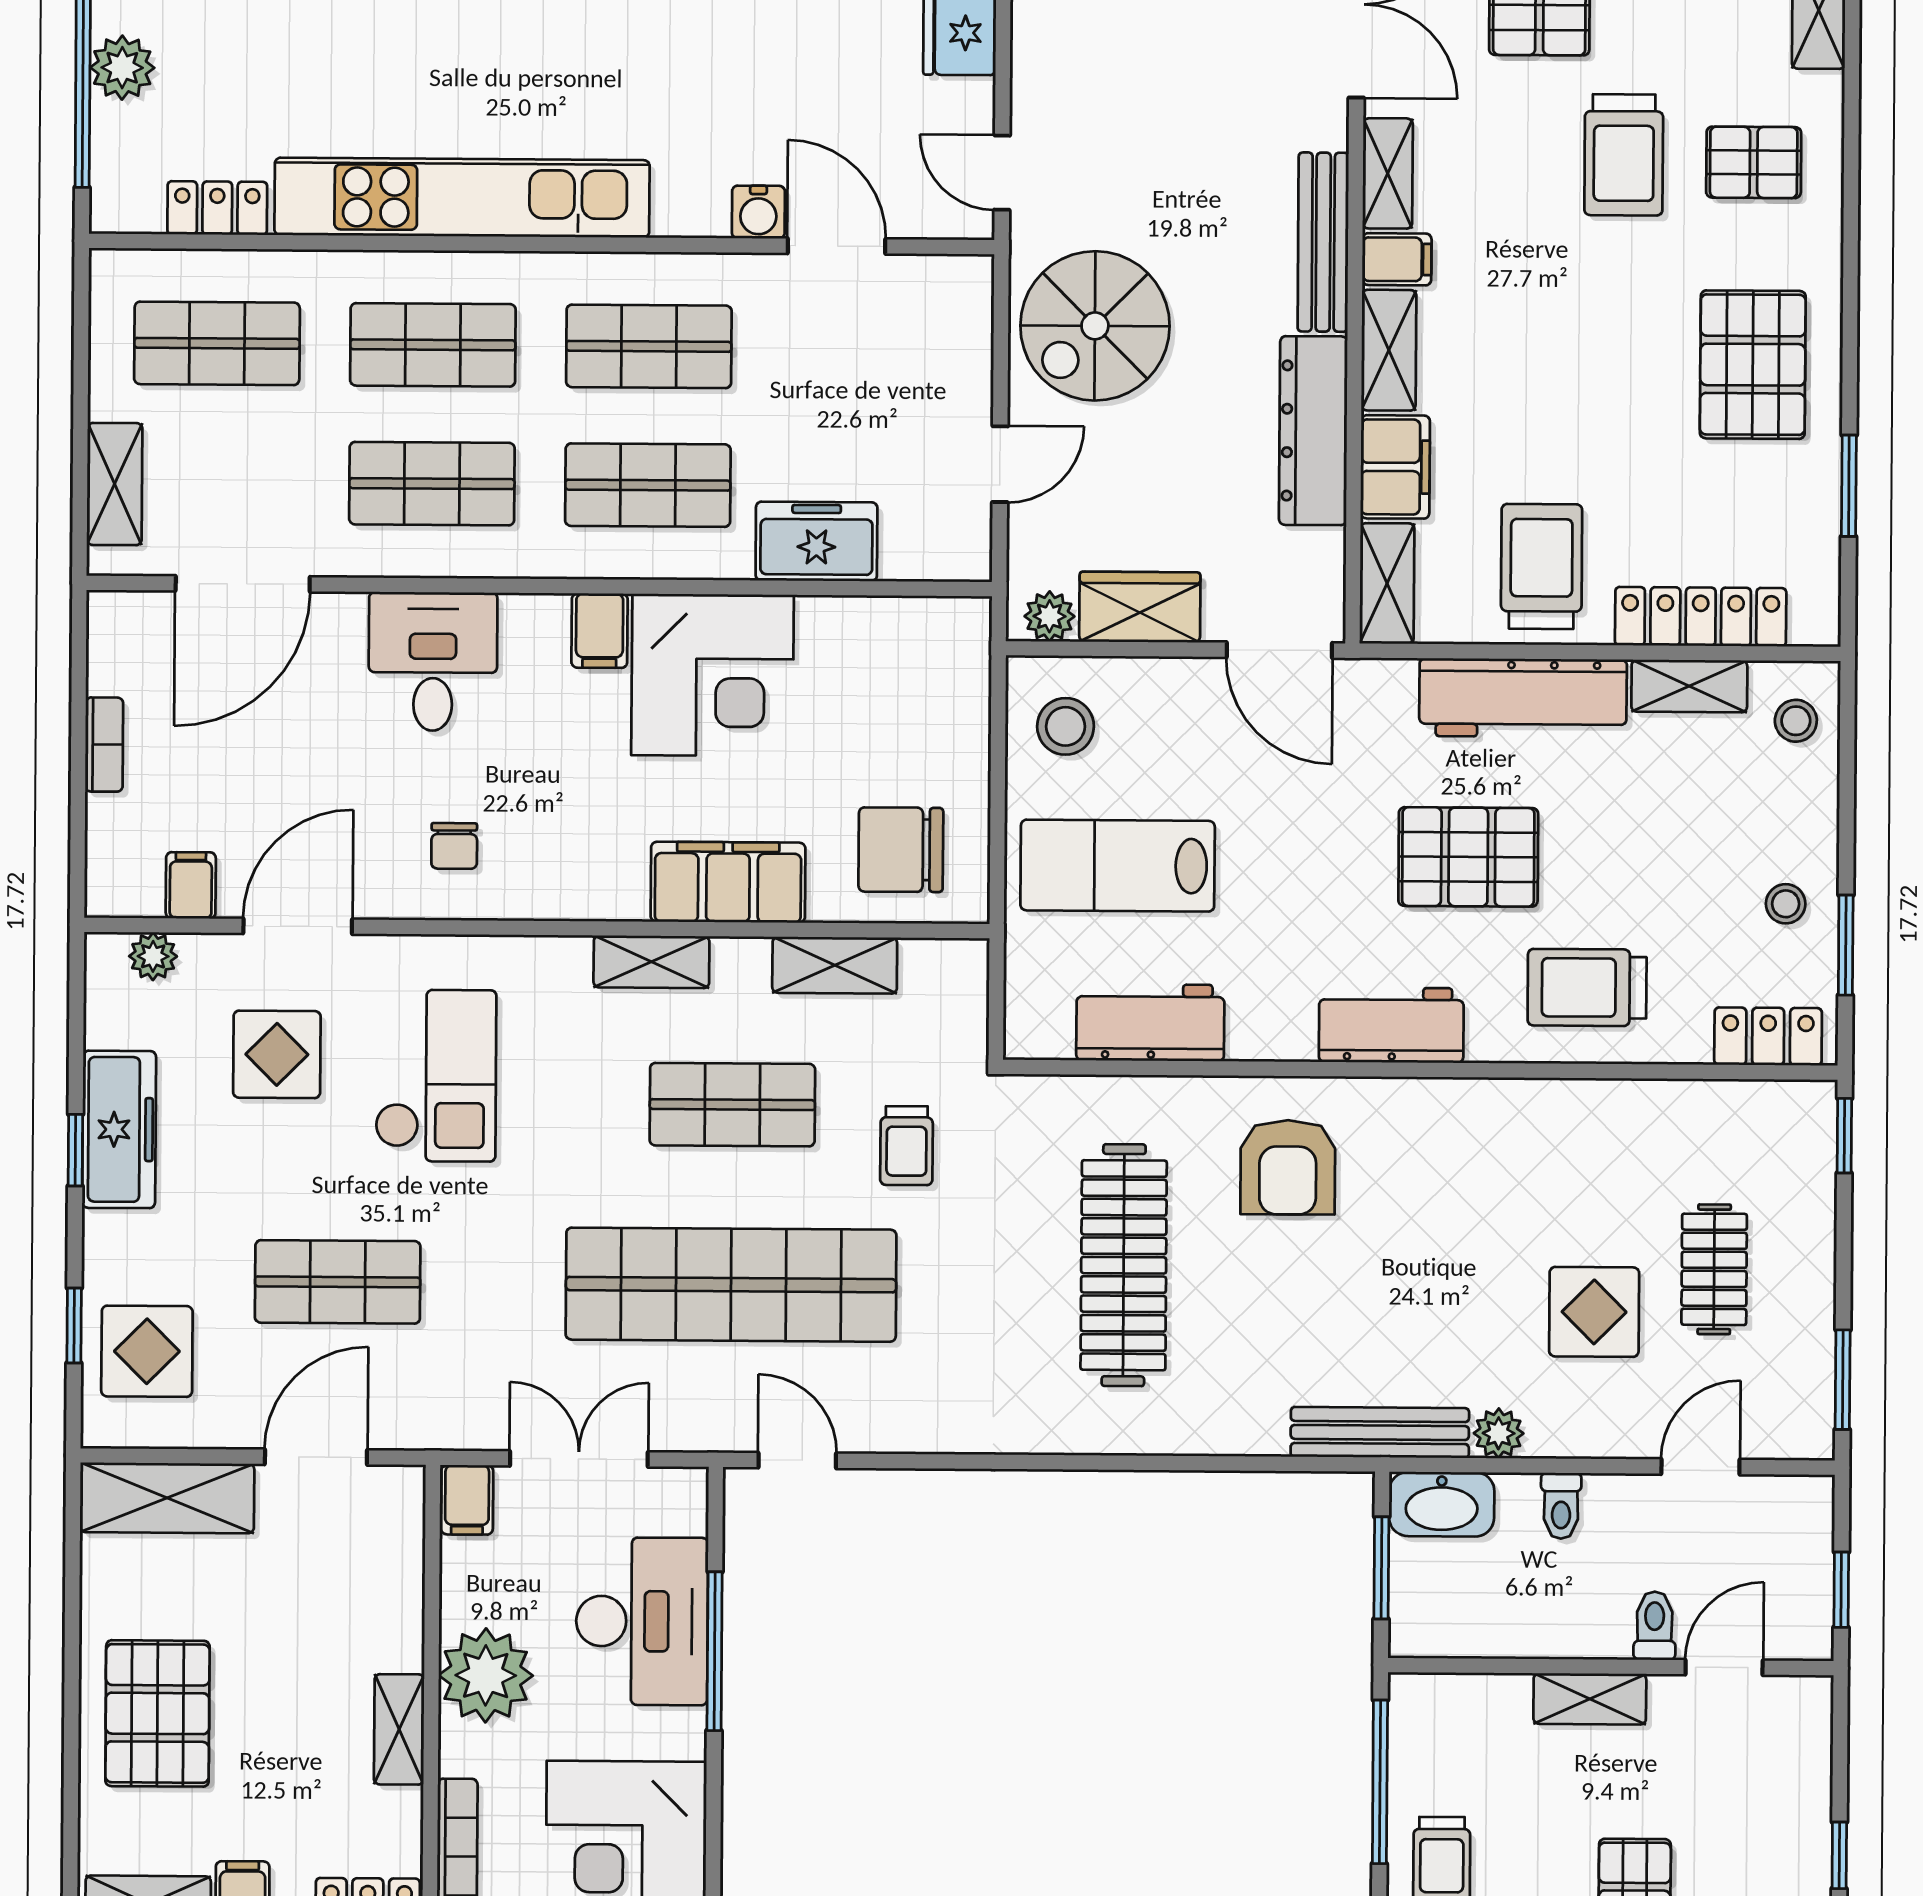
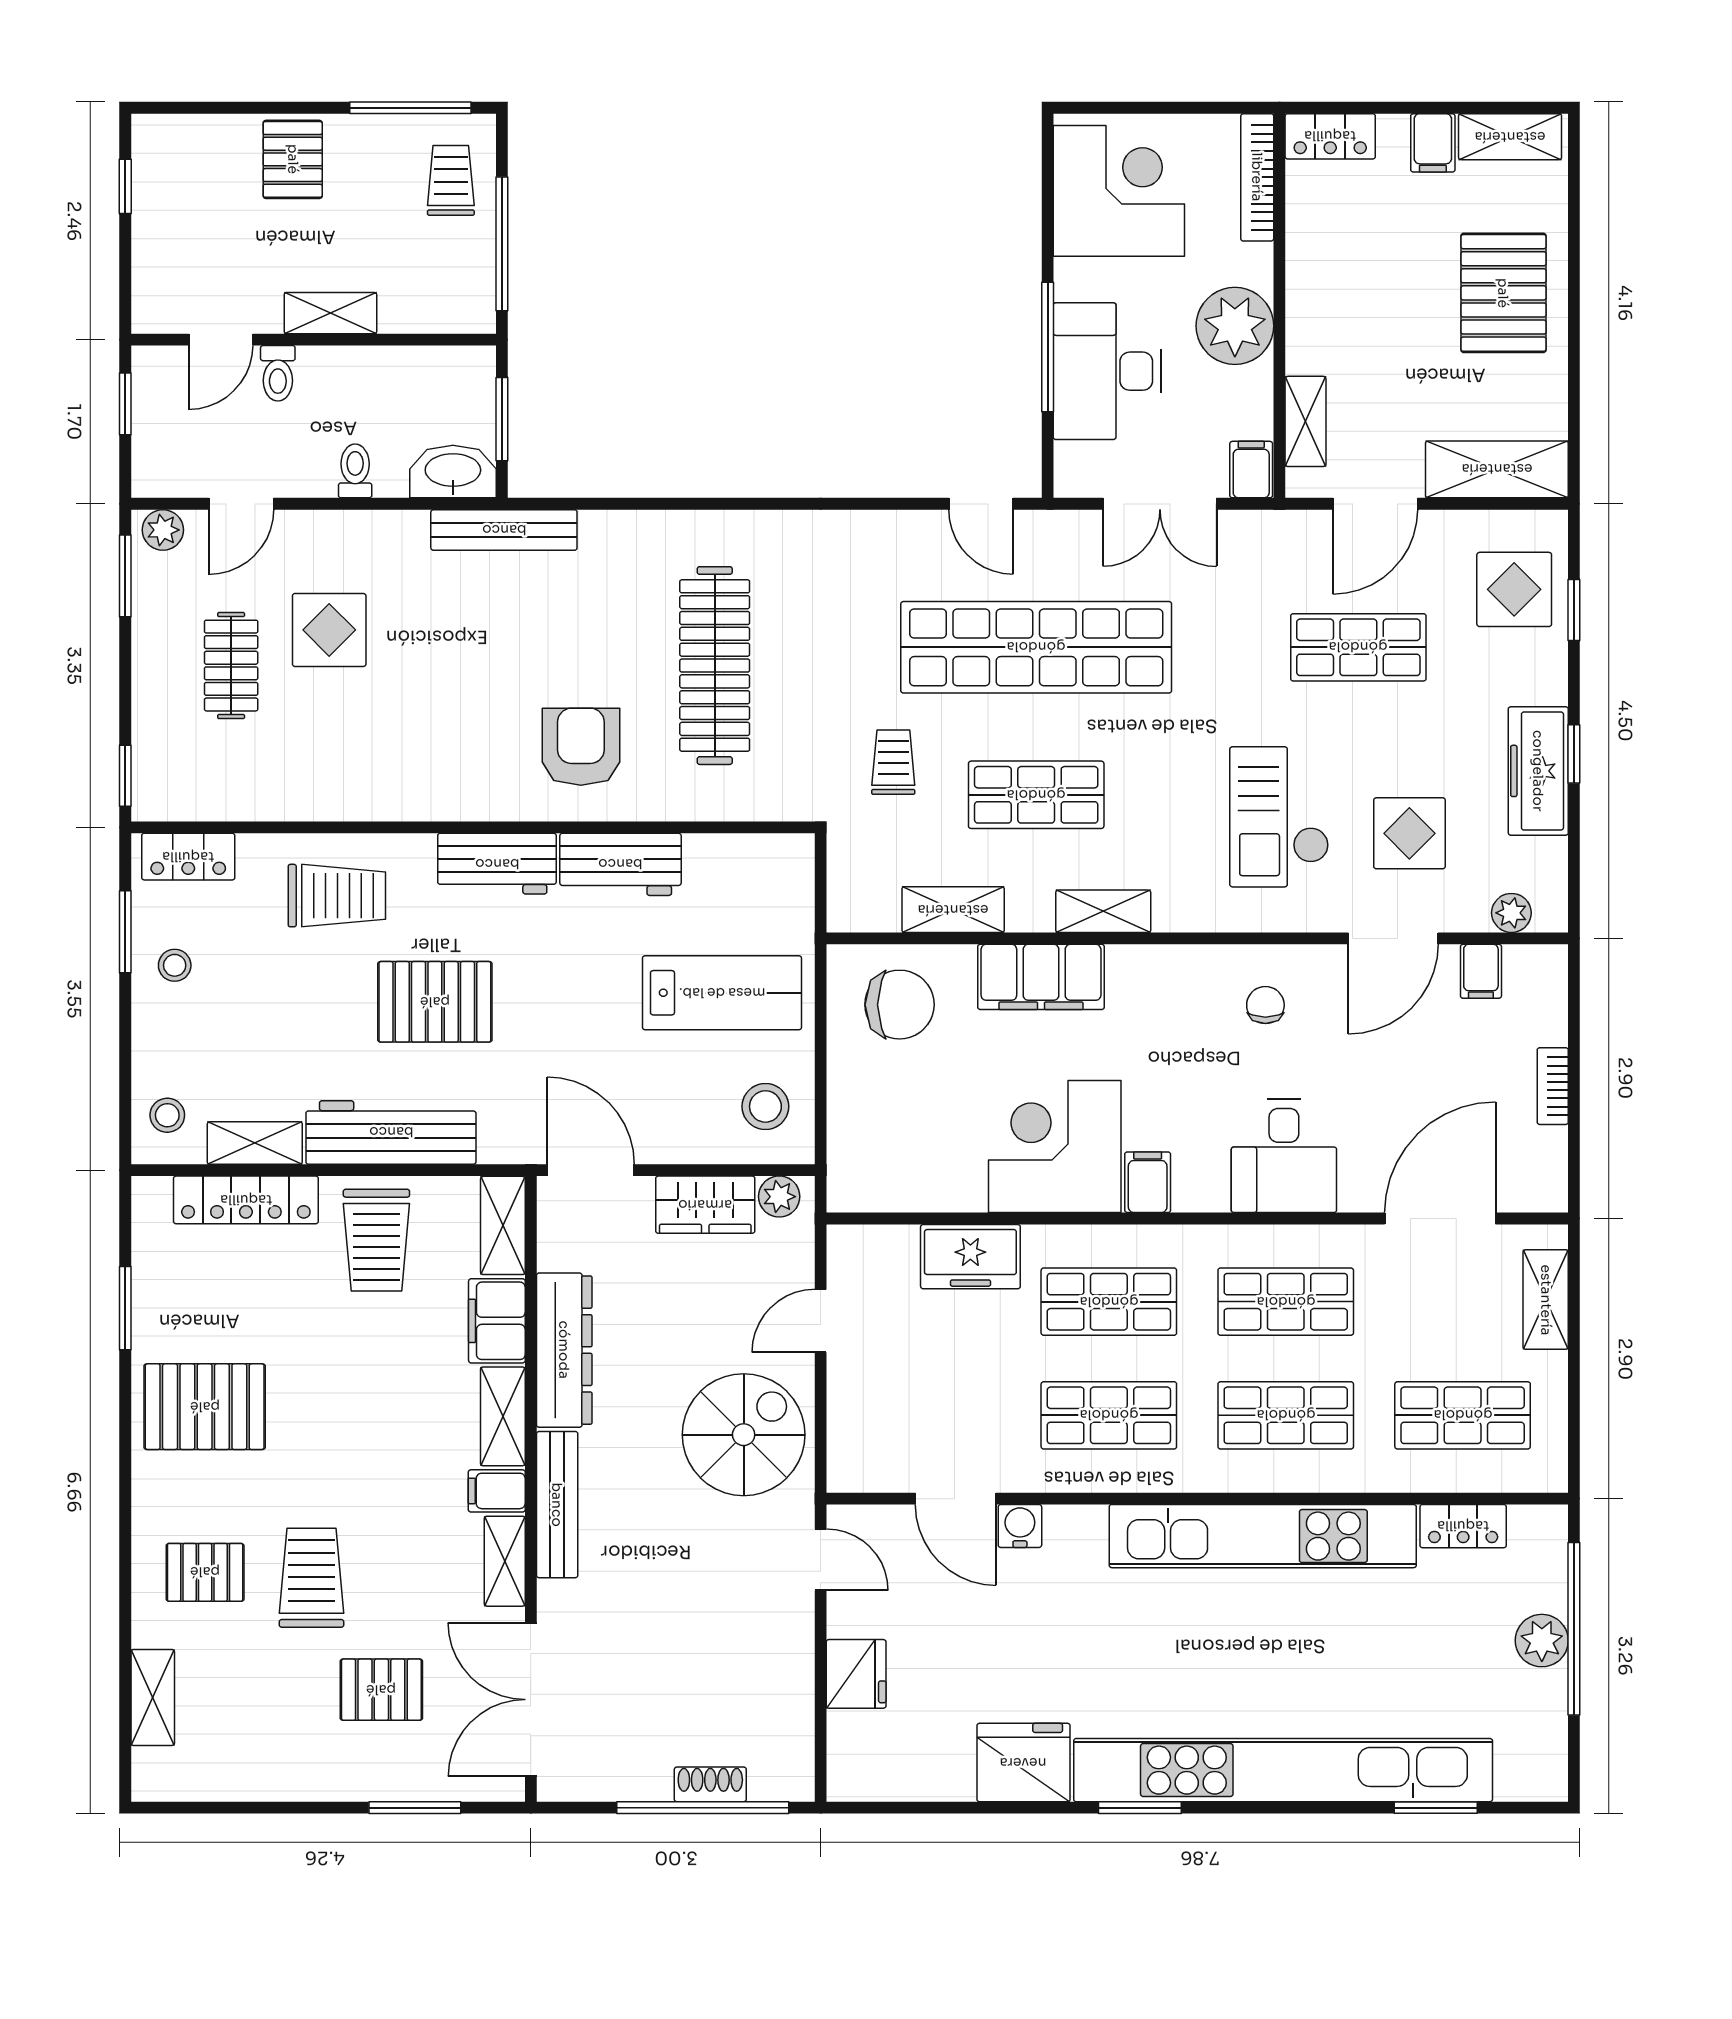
pallet: (1753, 365) -> (205, 1407), turned 90
workbench: (1150, 1023) -> (620, 864), moved
plant: (1499, 1433) -> (163, 530), moved
shelving: (399, 1729) -> (1305, 421), moved

